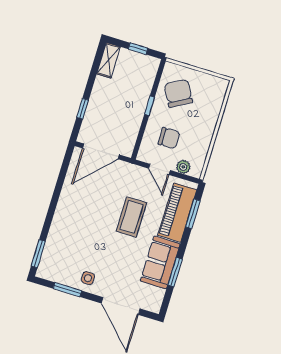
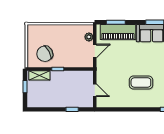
shelving: (109, 60) -> (39, 75), moved
chair: (169, 138) -> (74, 51), removed
door: (101, 151) -> (95, 90), width x0.53
coffee table: (131, 217) -> (141, 83), moved

